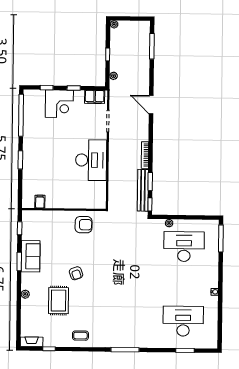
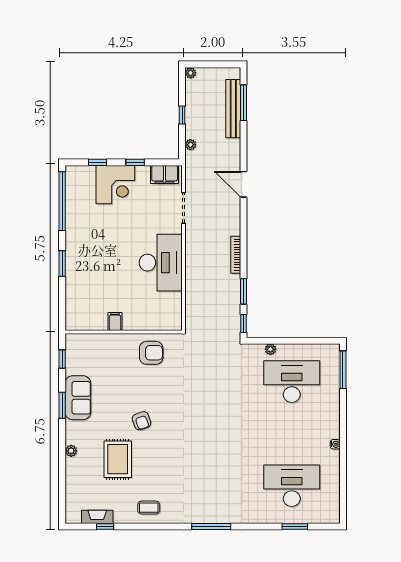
bench: (143, 190) -> (233, 109), moved
filing cabinet: (40, 202) -> (115, 321), moved
fireplace: (32, 342) -> (97, 517), moved

